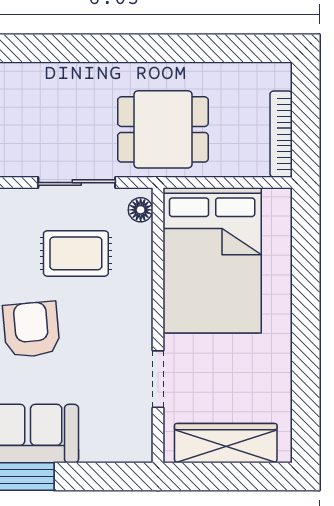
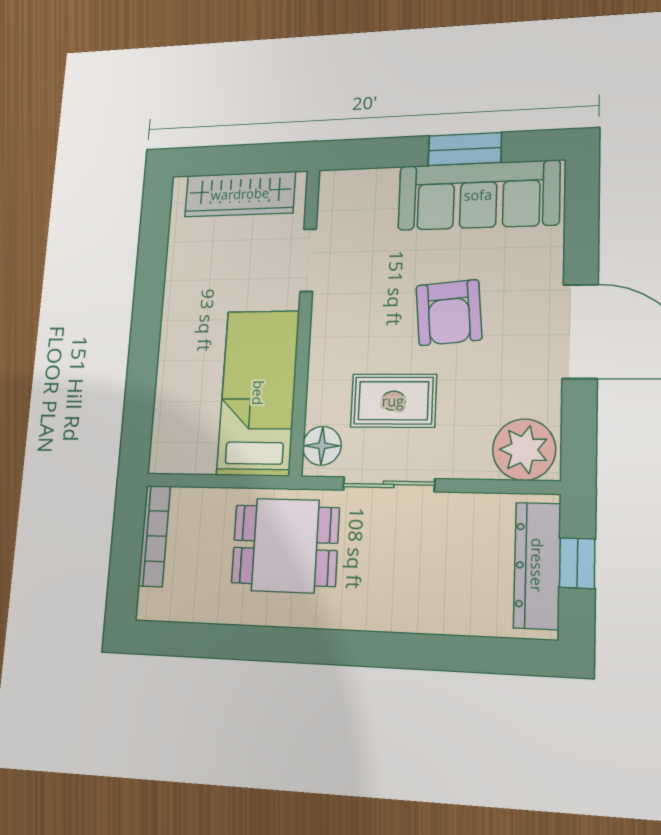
floor lamp: (141, 210) -> (322, 446), width x1.37, depth x1.37
bed: (212, 260) -> (258, 393), width x0.67

